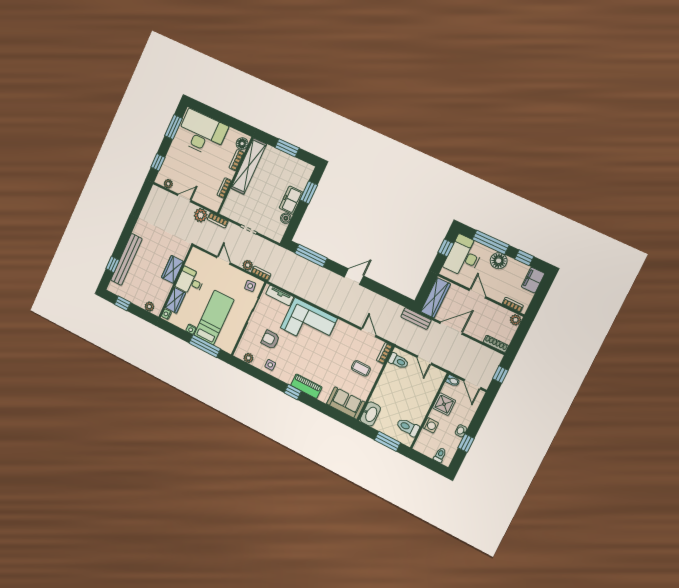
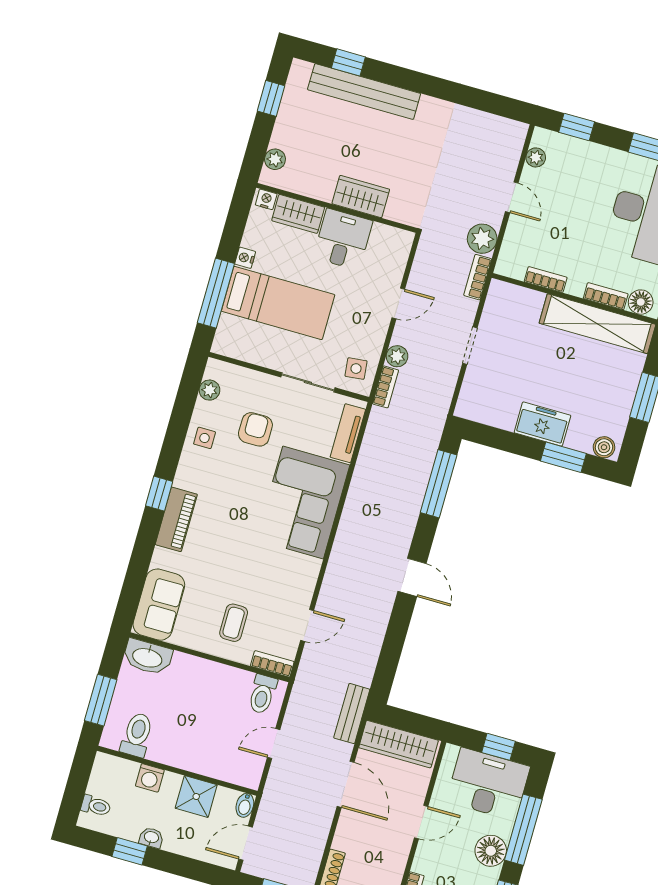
boiler: (286, 218) -> (604, 447), moved

